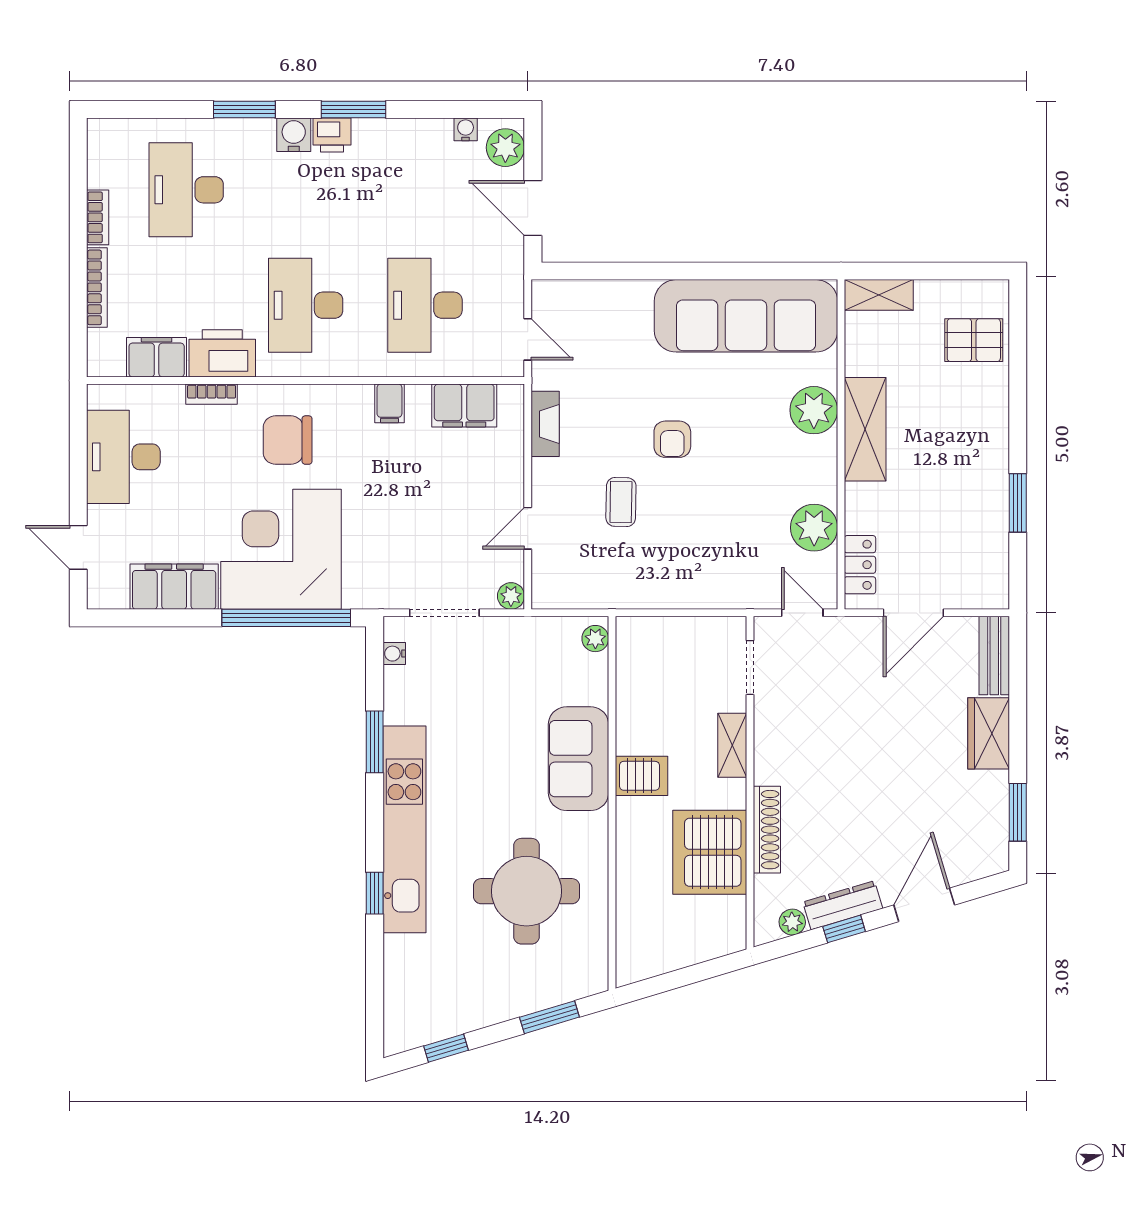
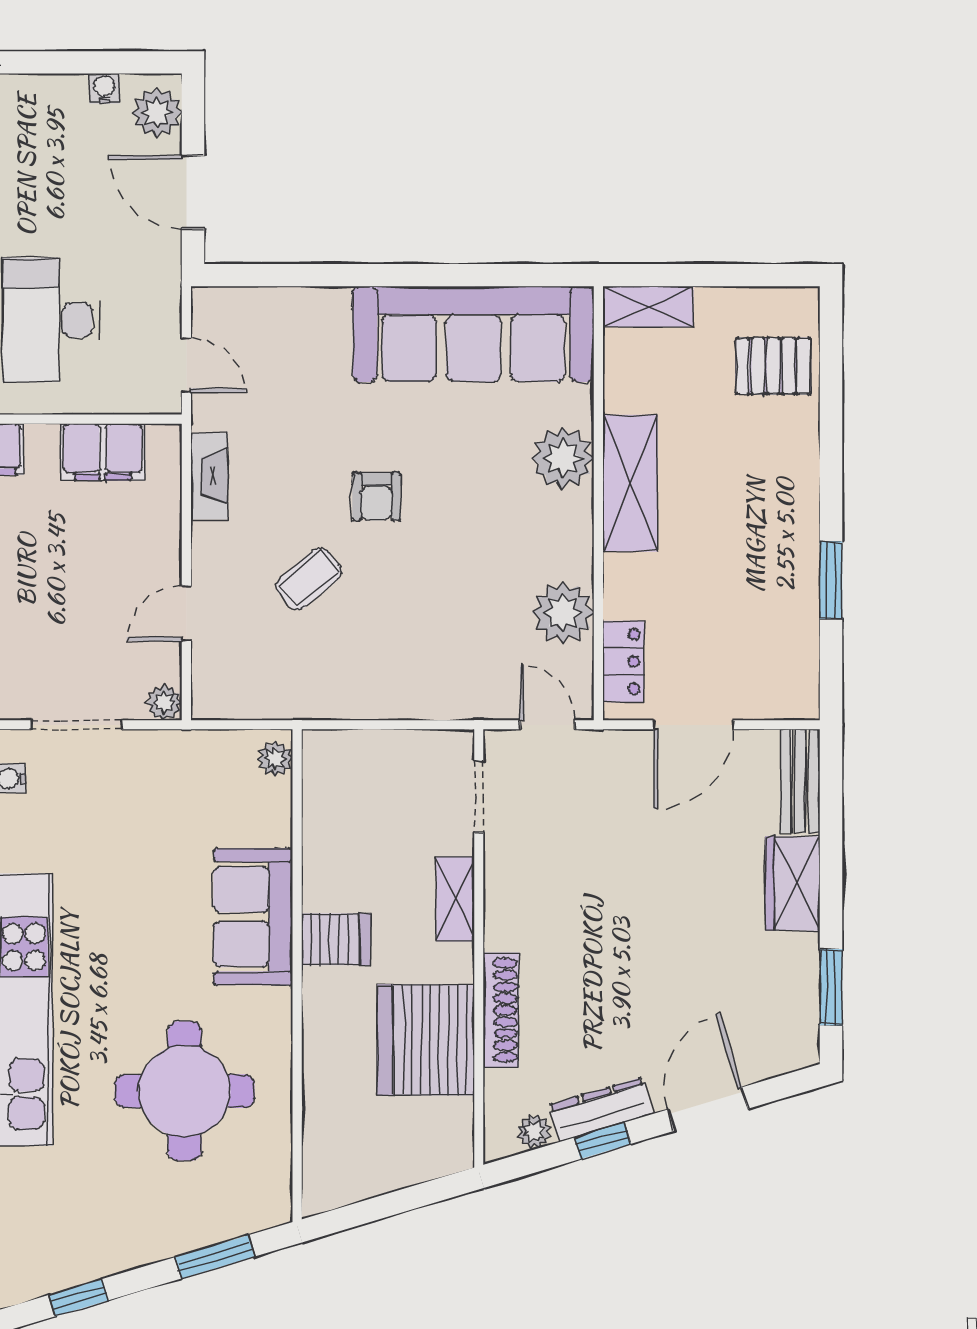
coffee table: (621, 502) -> (309, 579), turned 49

